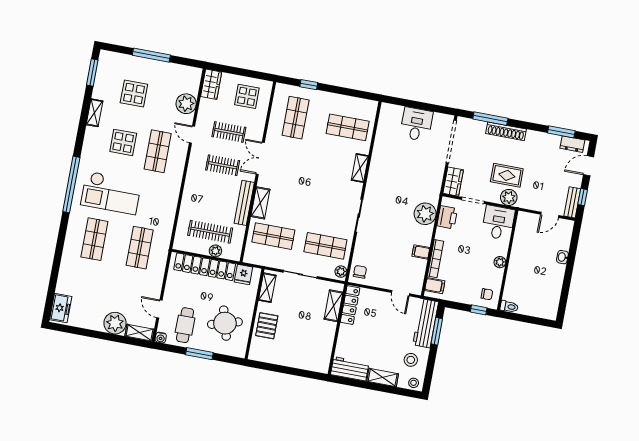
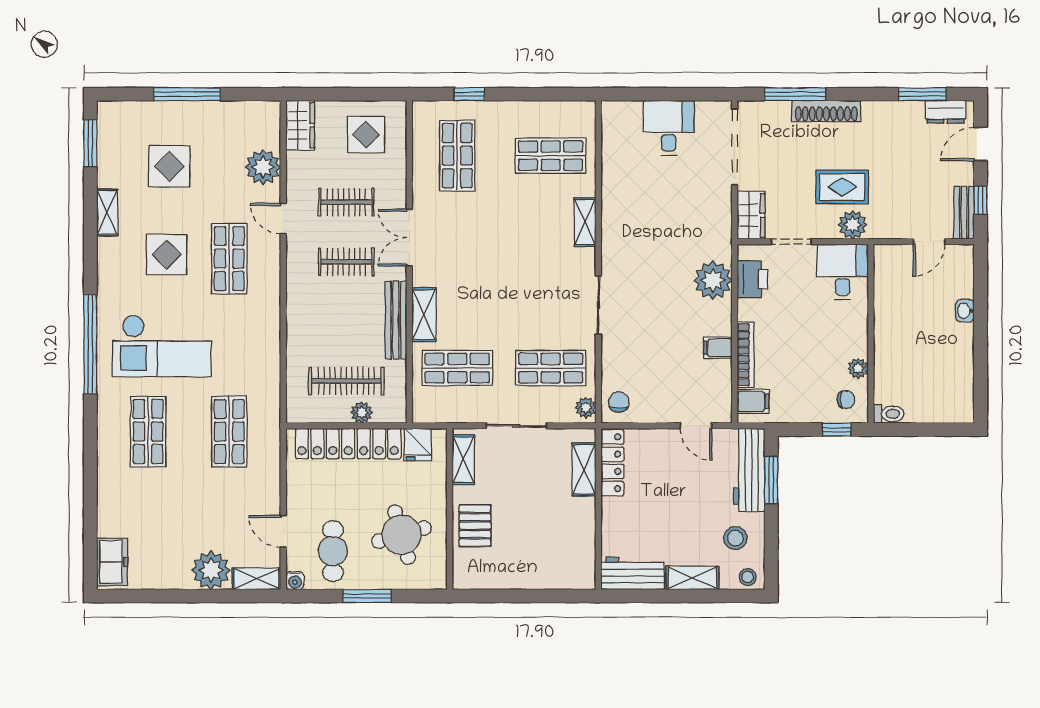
plant: (500, 262) -> (858, 368), moved

